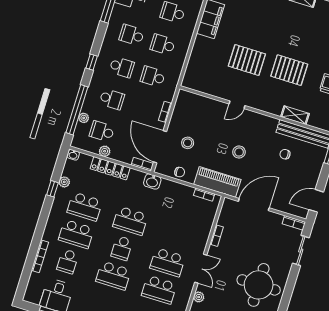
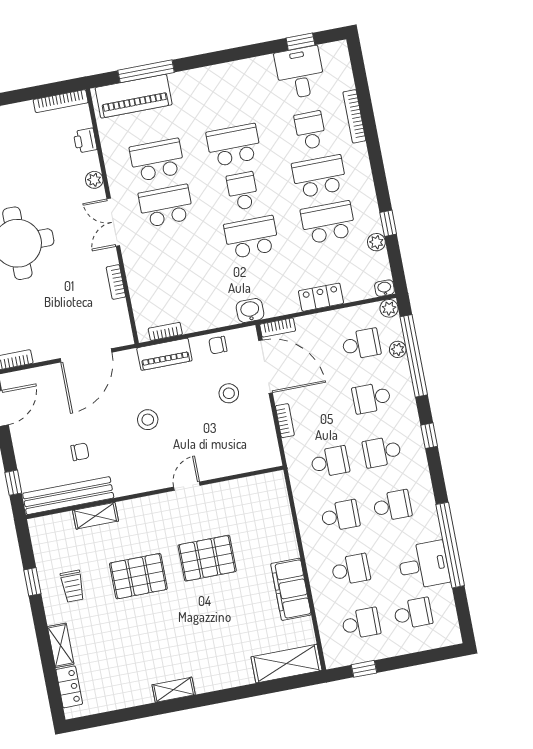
plant: (105, 151) -> (389, 308), moved
locker: (110, 168) -> (321, 297), width x0.66
piano: (217, 182) -> (164, 354), width x0.73, depth x0.75

